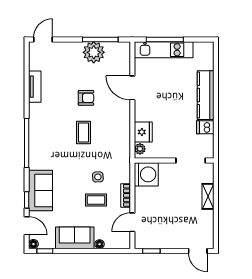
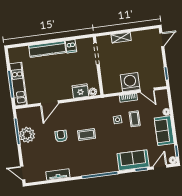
washing machine: (146, 174) -> (130, 82), moved

